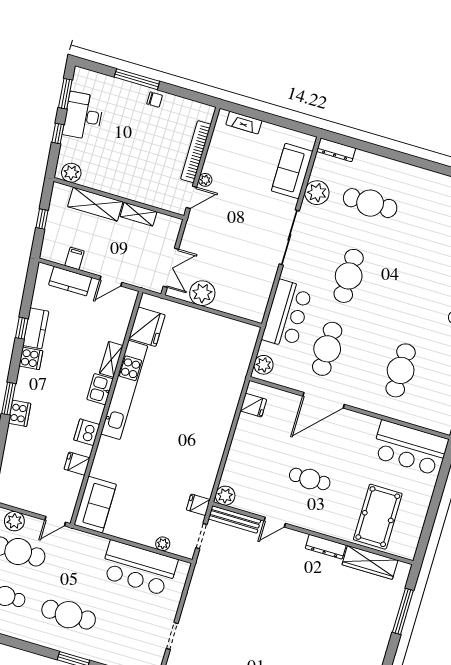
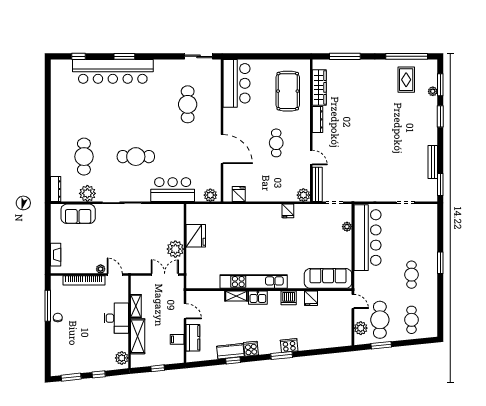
window: (137, 79) -> (48, 306), moved
desk: (83, 116) -> (116, 318), moved, turned -84
fridge: (147, 327) -> (196, 236), moved, turned 90
cafe table: (327, 349) -> (188, 157), removed
cafe table: (401, 370) -> (188, 104), turned 90
sofa: (95, 505) -> (328, 278), width x1.36
fridge: (198, 505) -> (288, 211), moved
pool table: (378, 517) -> (288, 91), turned 90
bar counter: (139, 568) -> (367, 238), width x1.36
cafe table: (69, 615) -> (412, 275), width x0.73, depth x0.74

